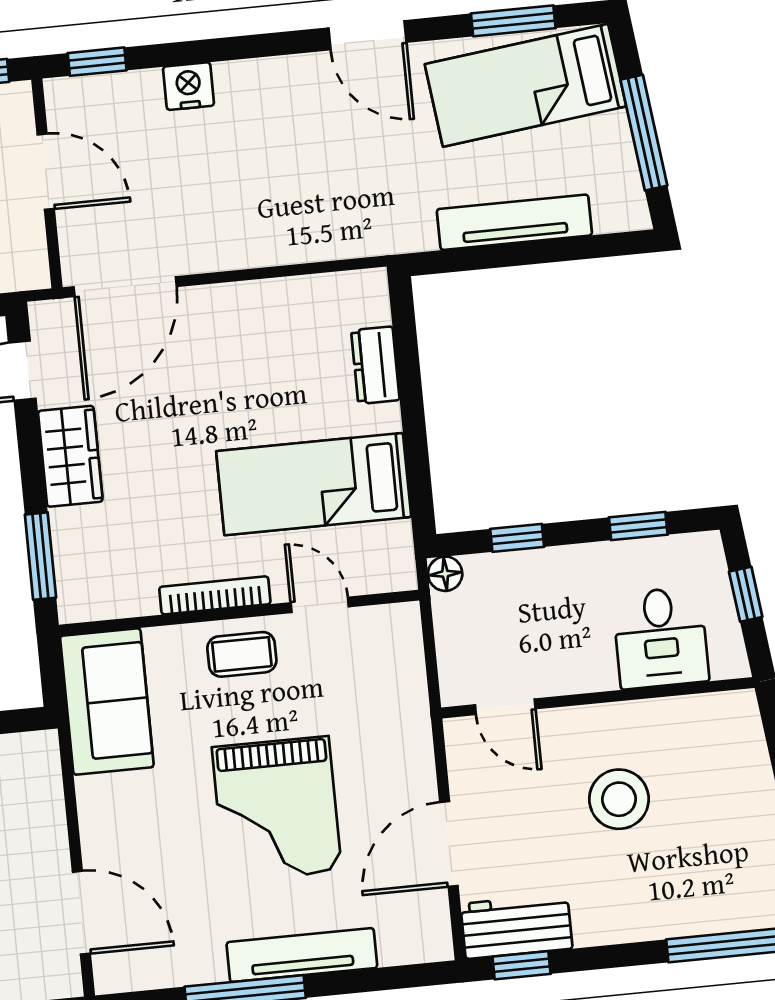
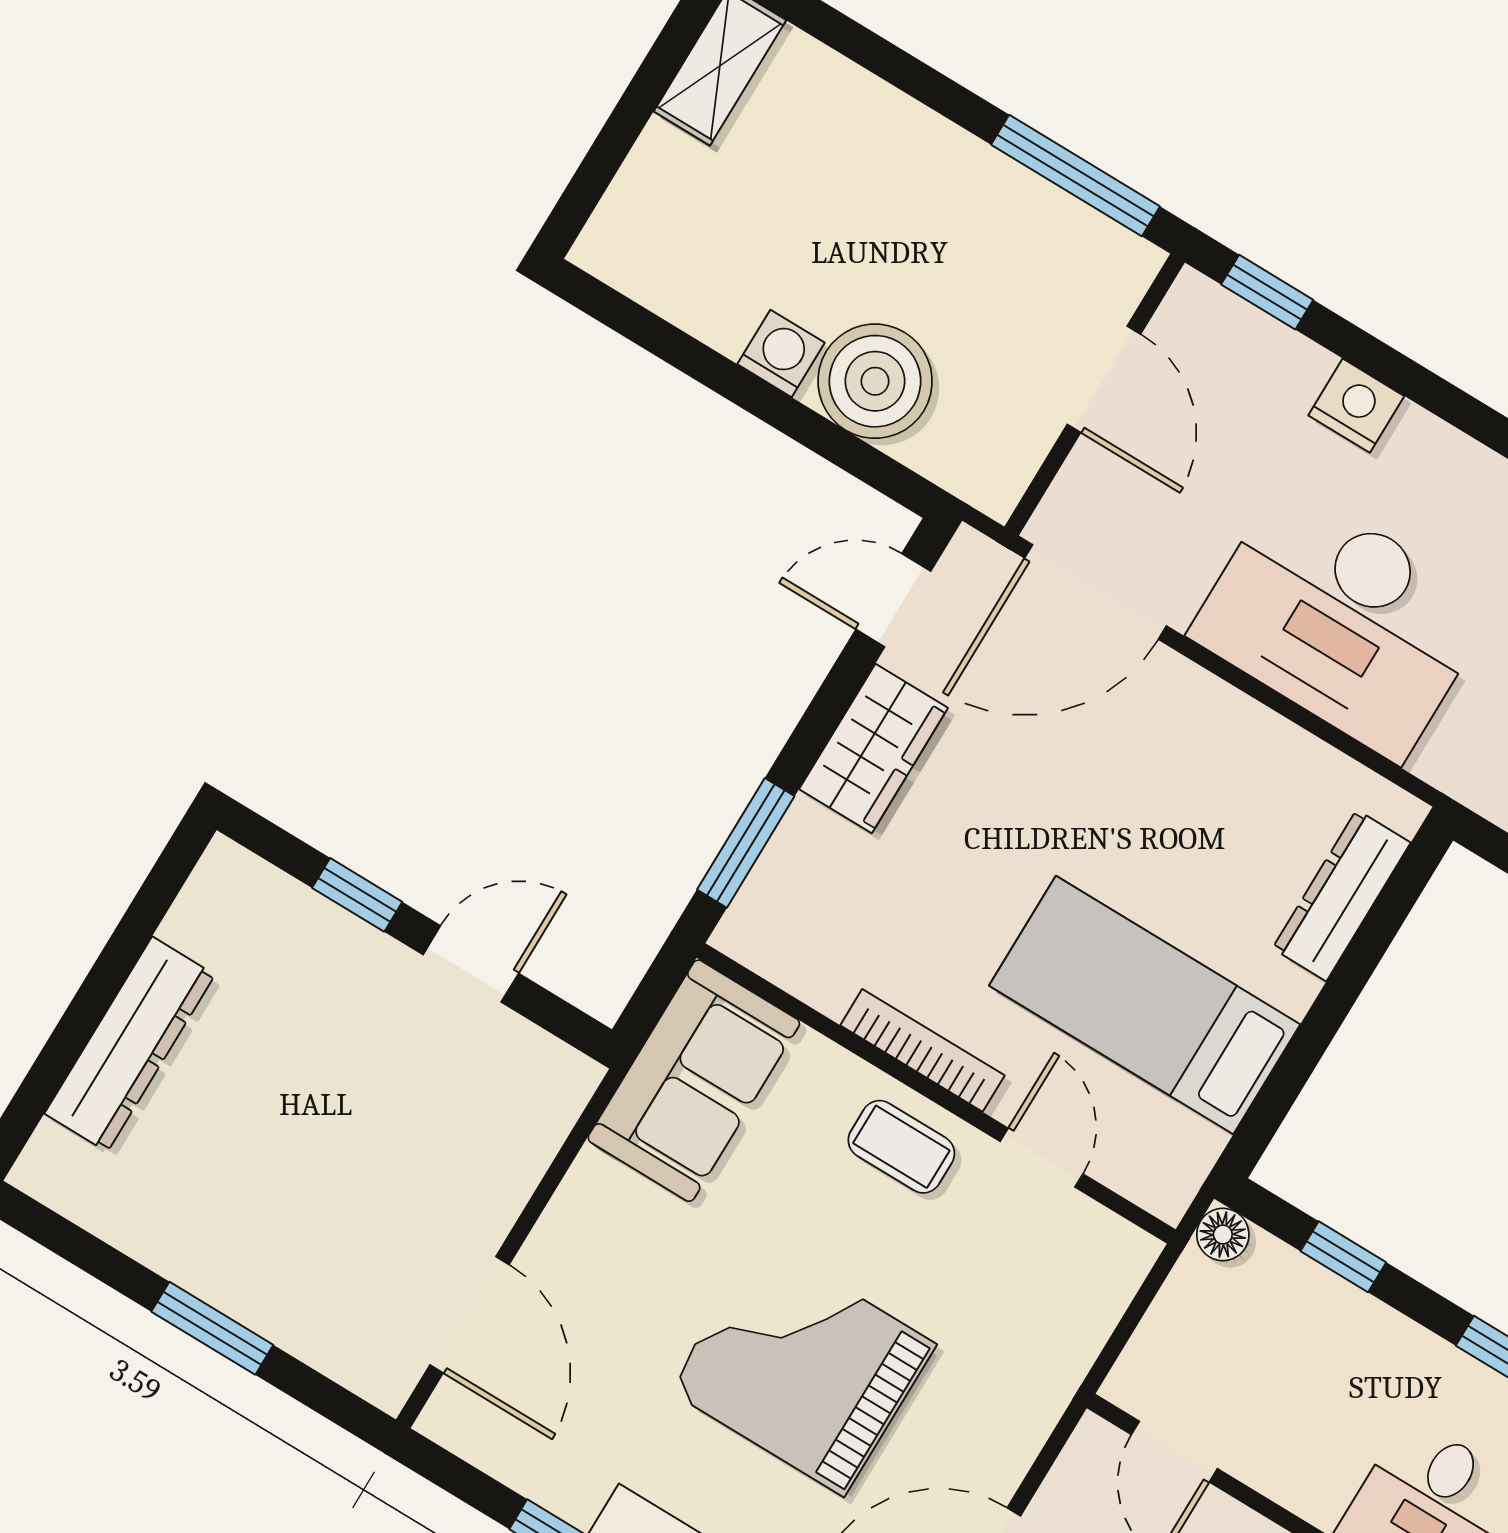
desk: (266, 205) -> (1342, 621), added
dresser: (375, 365) -> (1341, 895), width x1.44
grand piano: (277, 809) -> (802, 1367), turned 90

